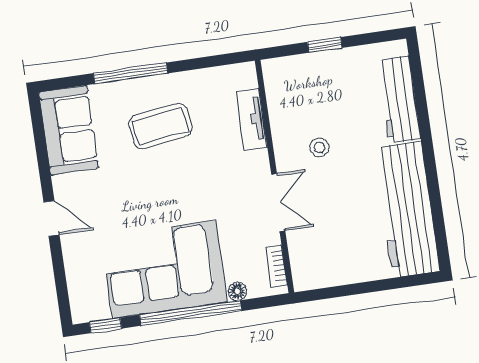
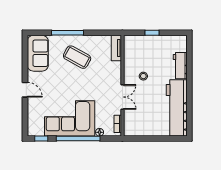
workbench: (399, 99) -> (180, 66), width x0.73
tv unit: (252, 119) -> (116, 48), moved
coffee table: (160, 126) -> (77, 57), turned 37

